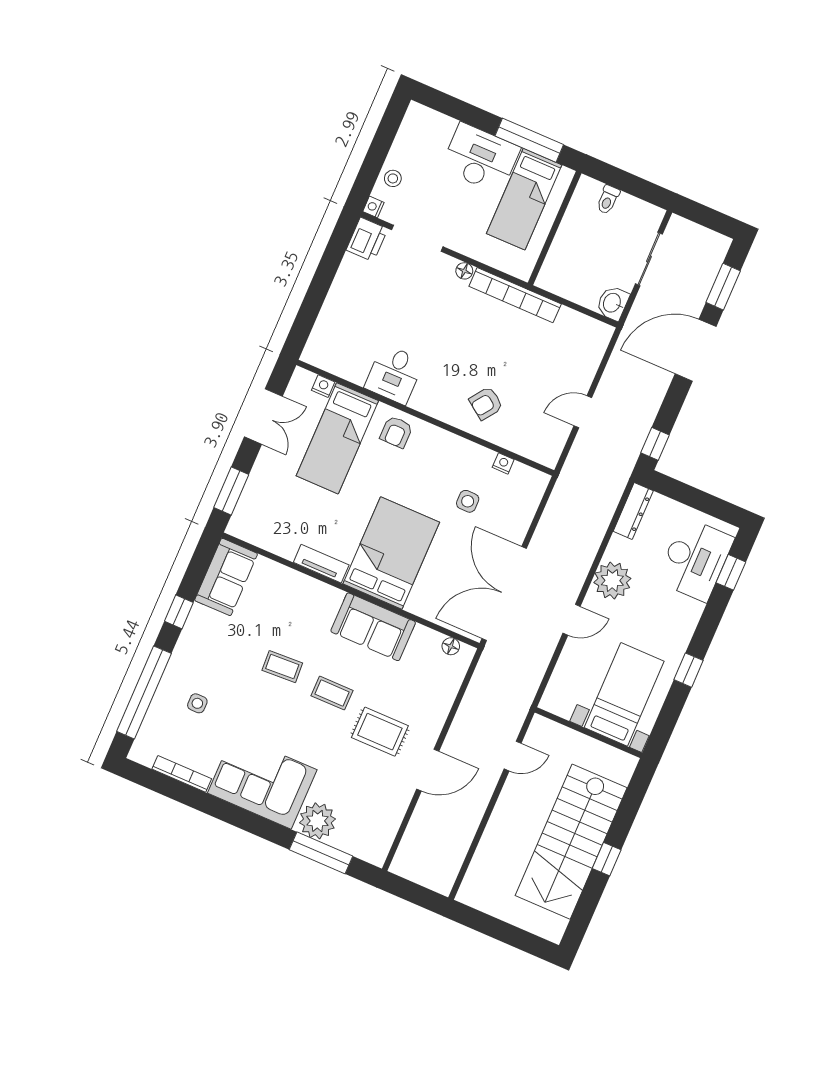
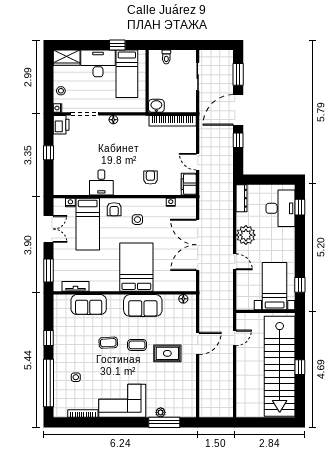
wardrobe: (429, 124) -> (67, 58), added
window: (529, 140) -> (117, 45), width x0.46
window: (323, 280) -> (49, 153), added
bookcase: (515, 295) -> (173, 121), moved
washbasin: (613, 303) -> (156, 106), moved, turned 90
armchair: (486, 403) -> (150, 178), turned 144
door: (583, 412) -> (198, 162), hinge flipped
window: (655, 444) -> (238, 140), moved
filing cabinet: (550, 445) -> (189, 184), added
side table: (468, 501) -> (137, 220), moved
tv unit: (321, 564) -> (75, 286), moved
sofa: (226, 577) -> (89, 305), moved, turned 90
double door: (504, 594) -> (198, 245), moved
door: (572, 620) -> (235, 262), hinge flipped
window: (689, 670) -> (300, 285), moved
door: (428, 770) -> (198, 343), moved
plant: (317, 821) -> (161, 412), width x0.53, depth x0.53
stairs: (571, 842) -> (280, 366), width x1.36

